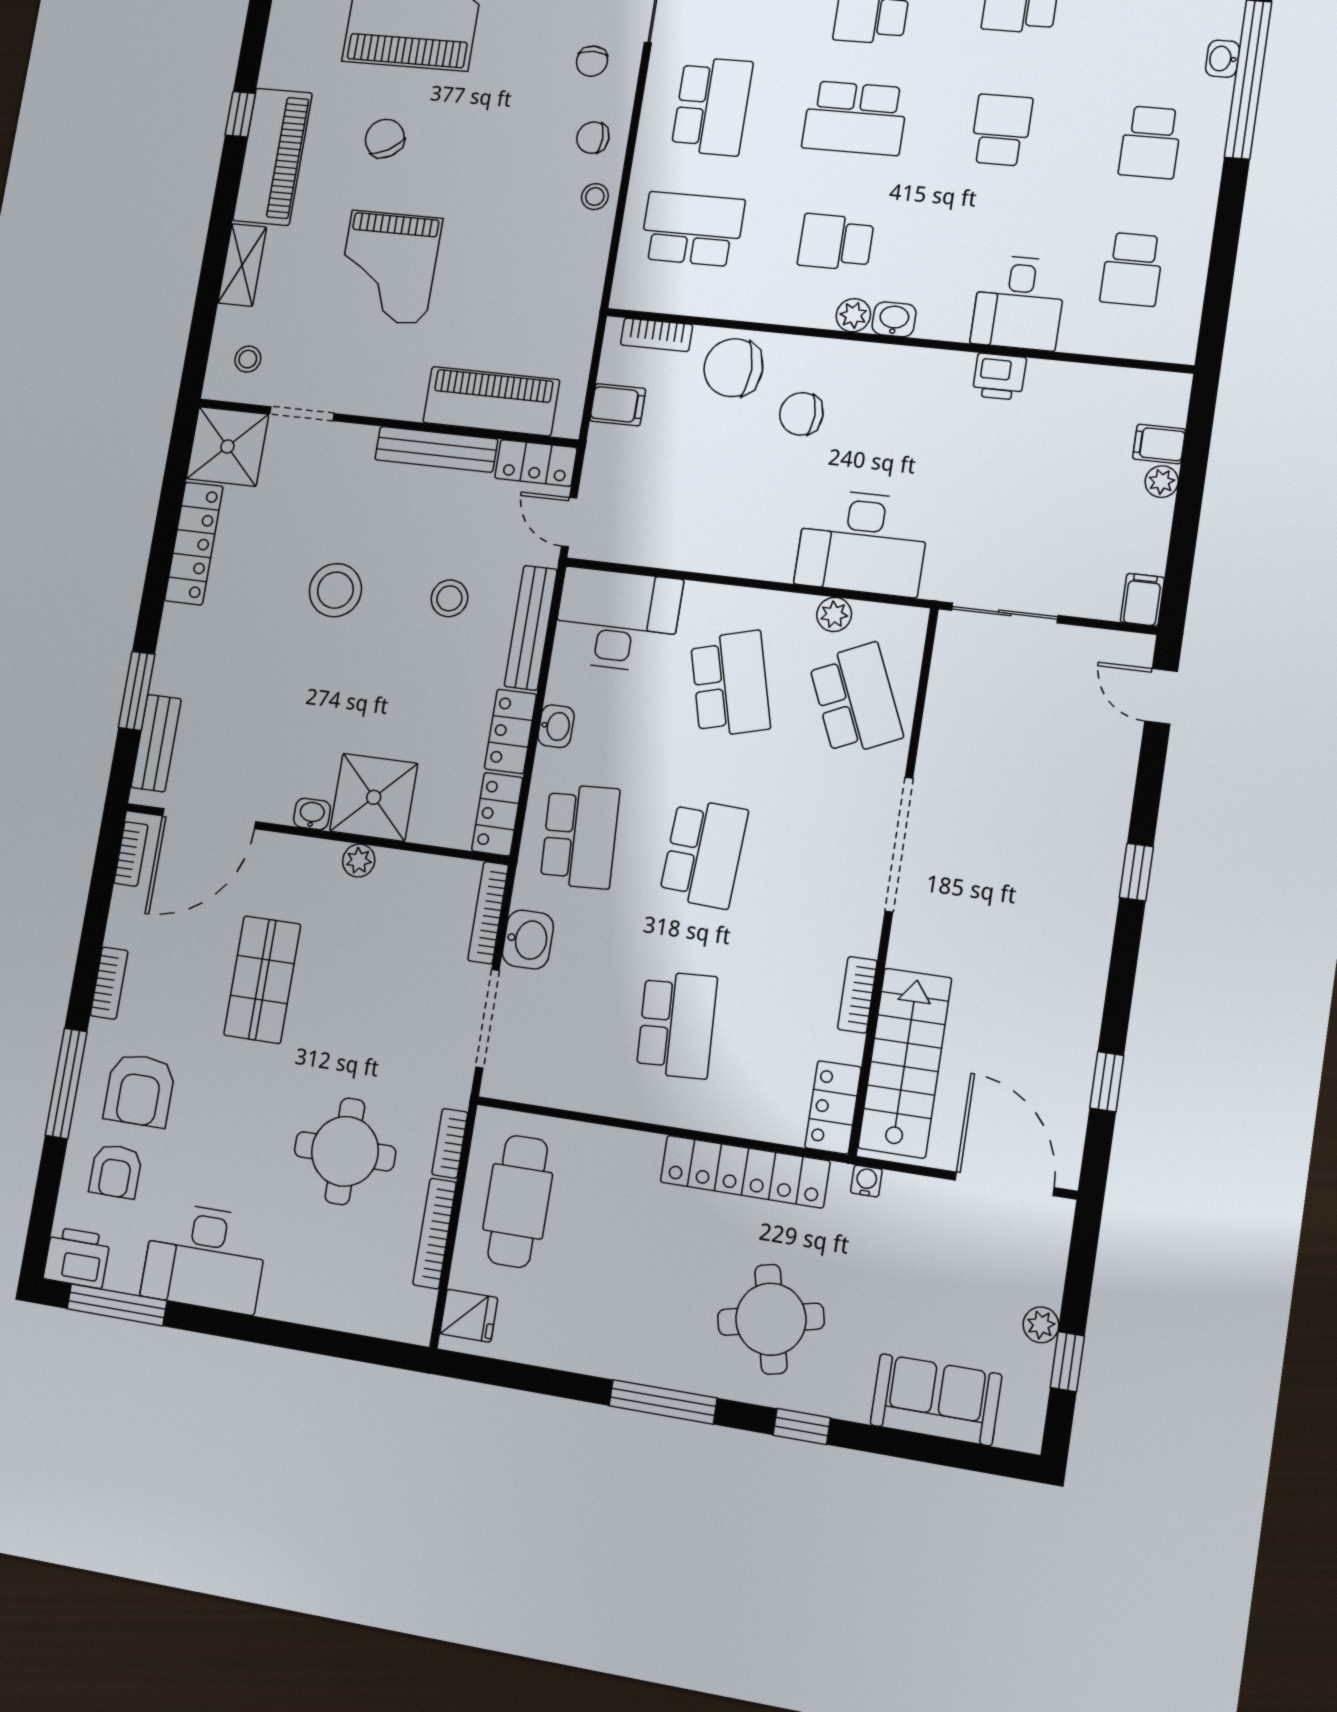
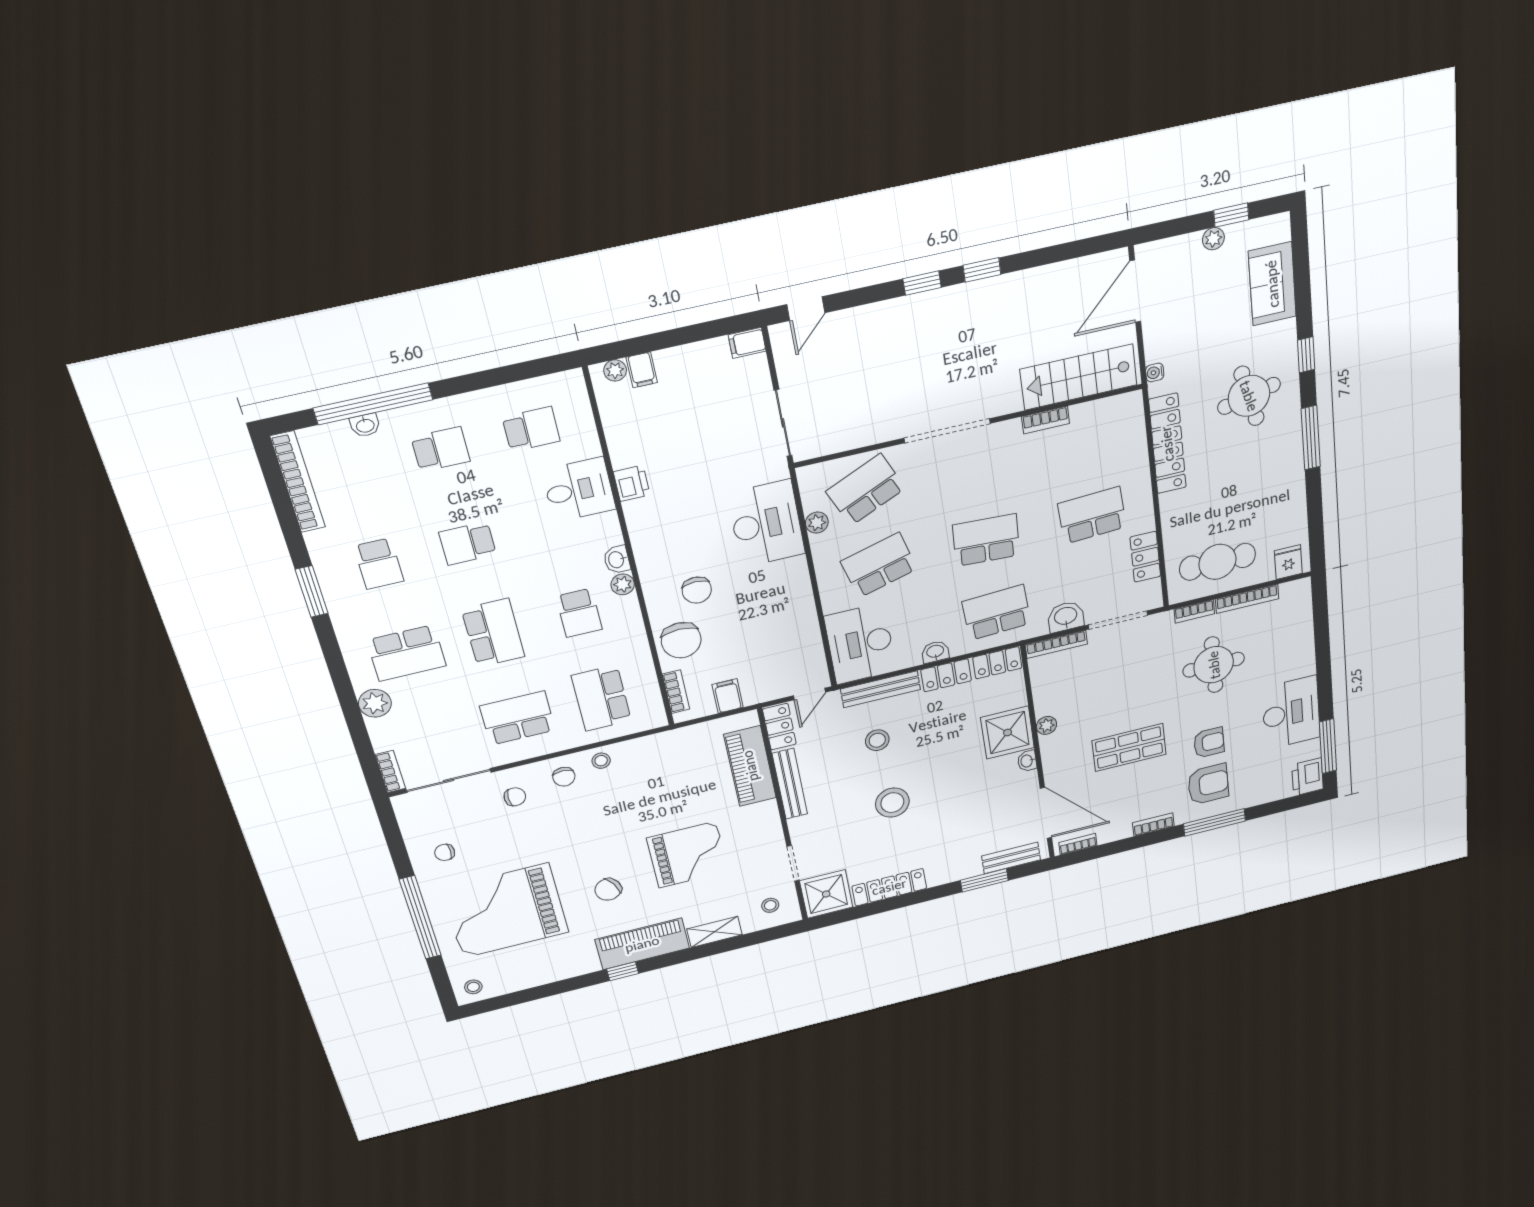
plant: (1162, 482) -> (615, 370), moved
window: (1107, 1082) -> (982, 270), moved
locker: (833, 1107) -> (1145, 557), moved, turned 90
armchair: (116, 1171) -> (1209, 743), moved

